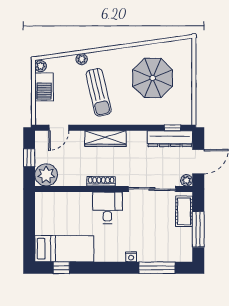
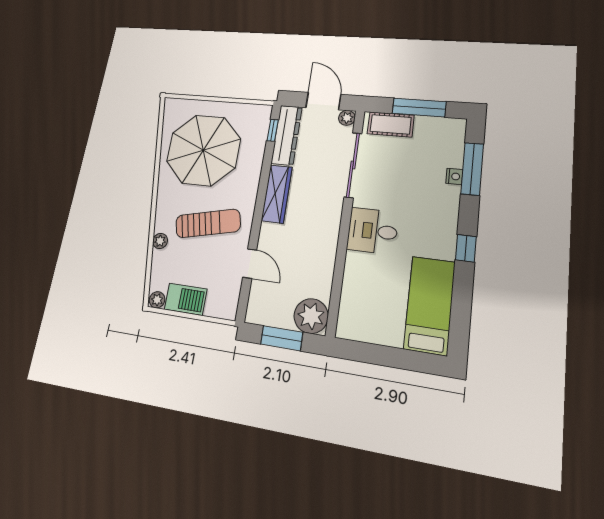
parasol: (153, 78) -> (203, 150), width x1.36, depth x1.36
door: (59, 128) -> (250, 264), moved
wardrobe: (105, 139) -> (277, 194), moved
window: (29, 158) -> (282, 338), width x1.50
shoe rack: (101, 181) -> (332, 235), removed
nightstand: (131, 257) -> (454, 176), moved
window: (61, 268) -> (466, 248), moved

